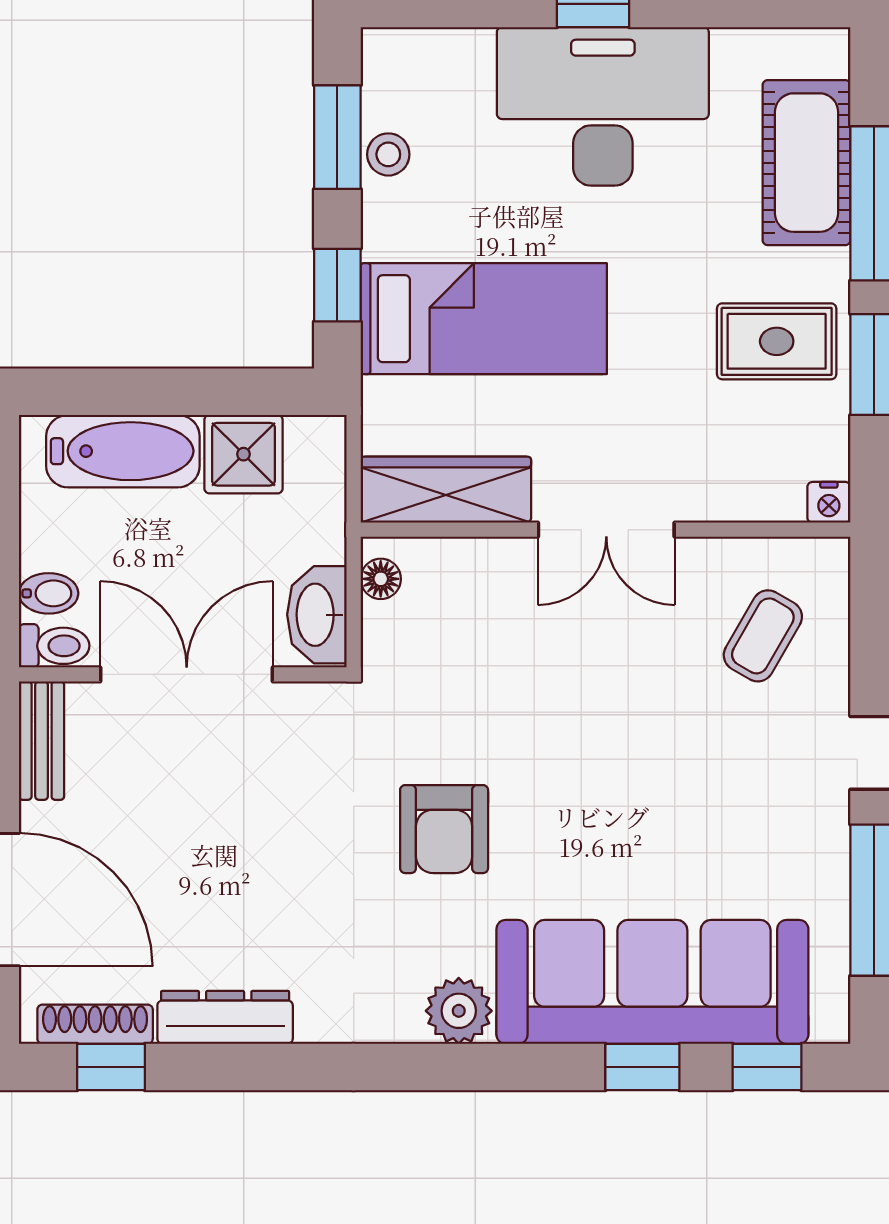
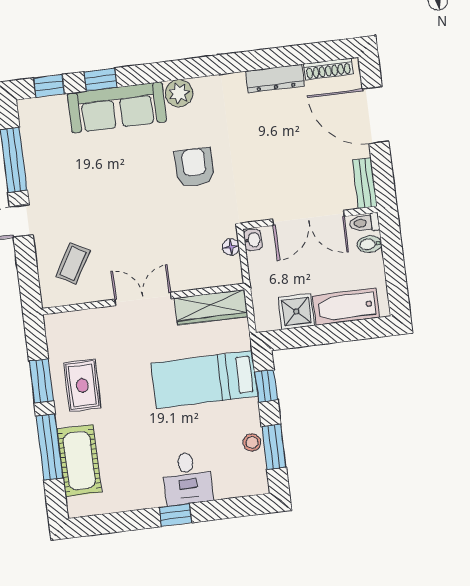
desk: (603, 106) -> (187, 478), width x0.53, depth x0.77
rug: (777, 341) -> (82, 385), turned 90
nightstand: (829, 502) -> (53, 322), removed
floor lamp: (381, 579) -> (231, 247), moved
washbasin: (317, 615) -> (253, 240), width x0.52, depth x0.69
sofa: (652, 982) -> (117, 107), width x0.74, depth x0.79
window: (111, 1067) -> (319, 52), removed

